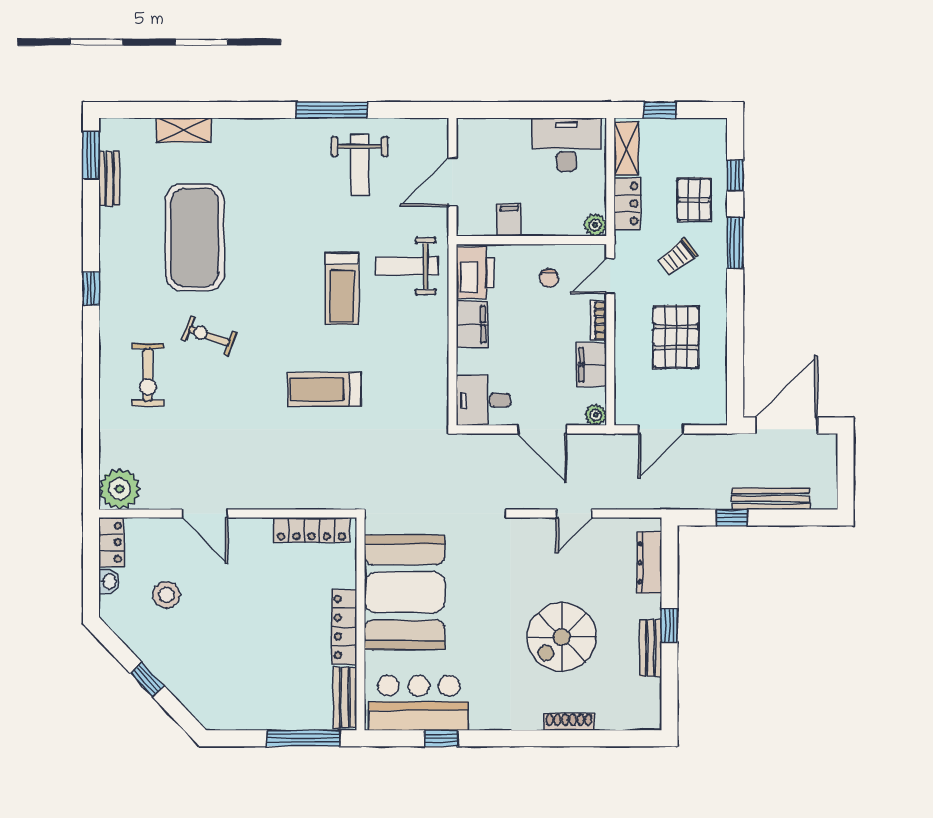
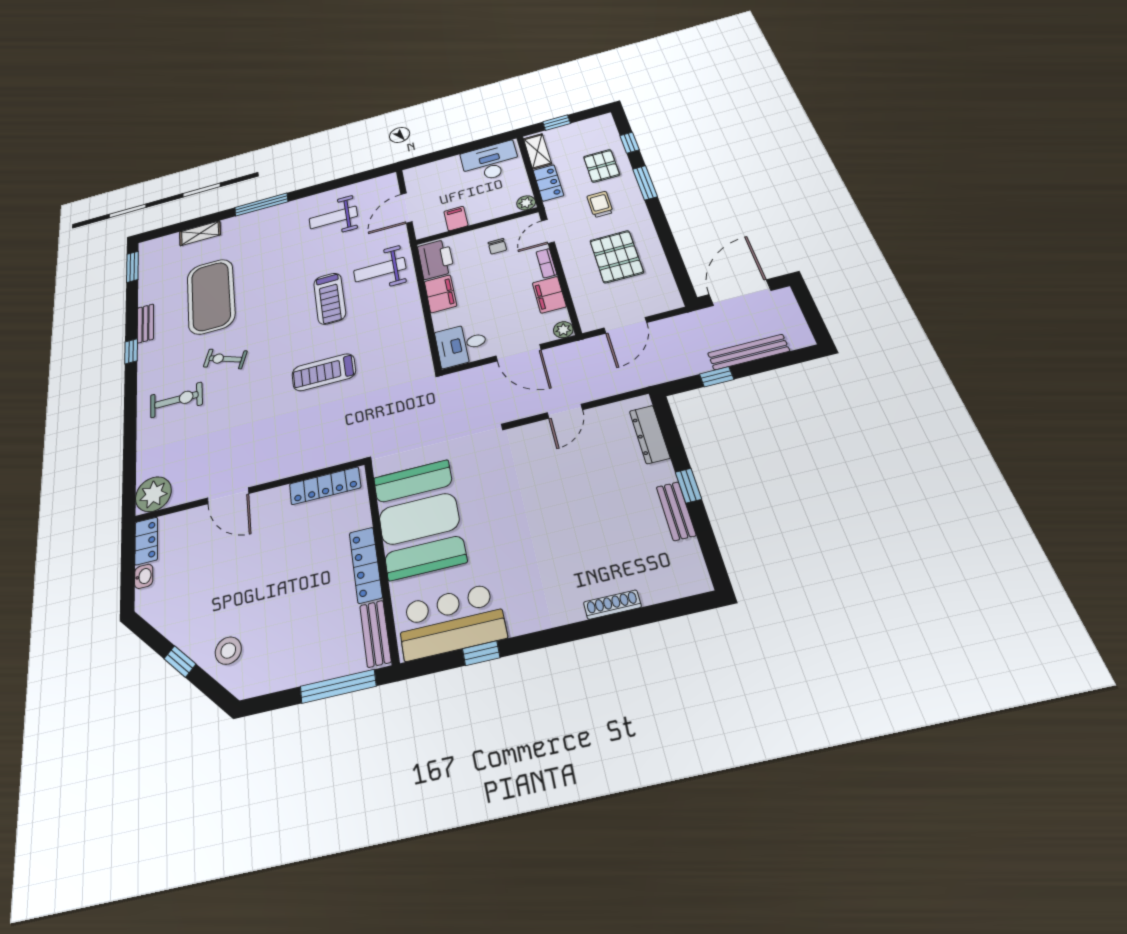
window: (332, 110) -> (261, 205), moved
weight bench: (360, 165) -> (333, 217), turned 90
bench: (109, 178) -> (145, 323), moved
trolley: (677, 257) -> (600, 204), turned 127
exercise bike: (148, 375) -> (176, 400), turned -90
stool: (166, 595) -> (228, 651), moved
spiral stairs: (562, 637) -> (582, 522), removed

